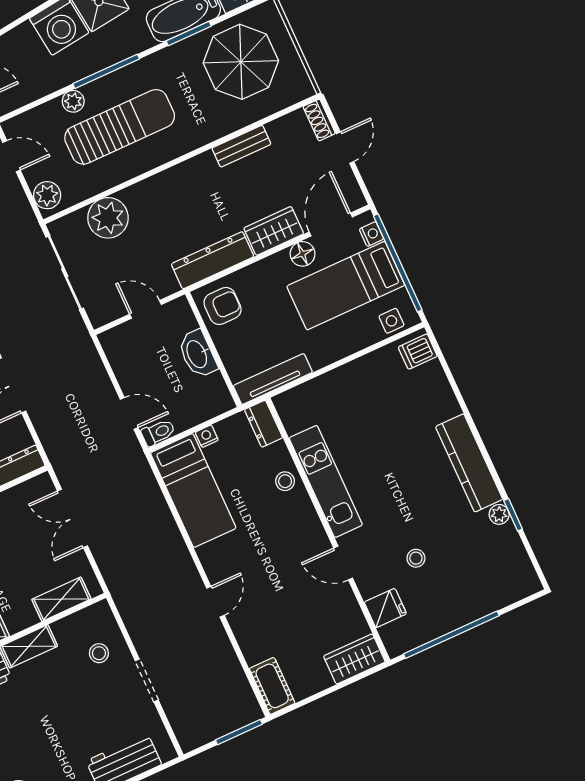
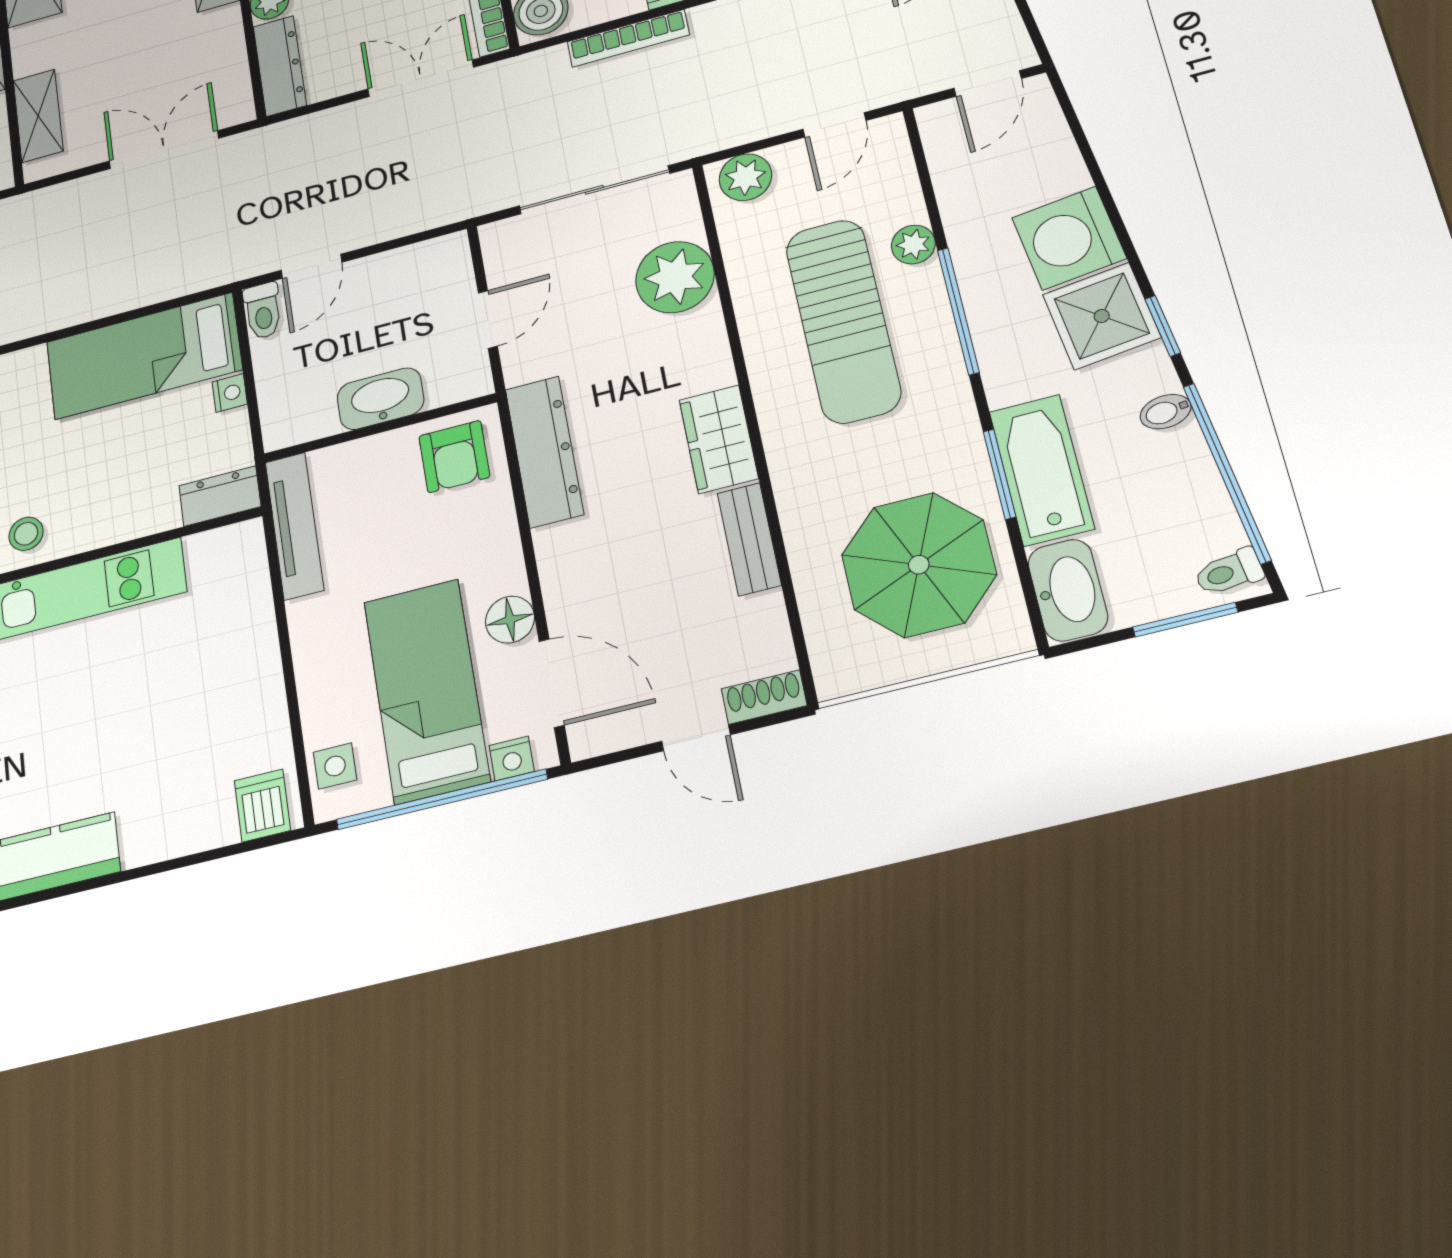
wardrobe: (274, 231) -> (719, 439), moved, turned 180
stool: (285, 481) -> (26, 534), moved

